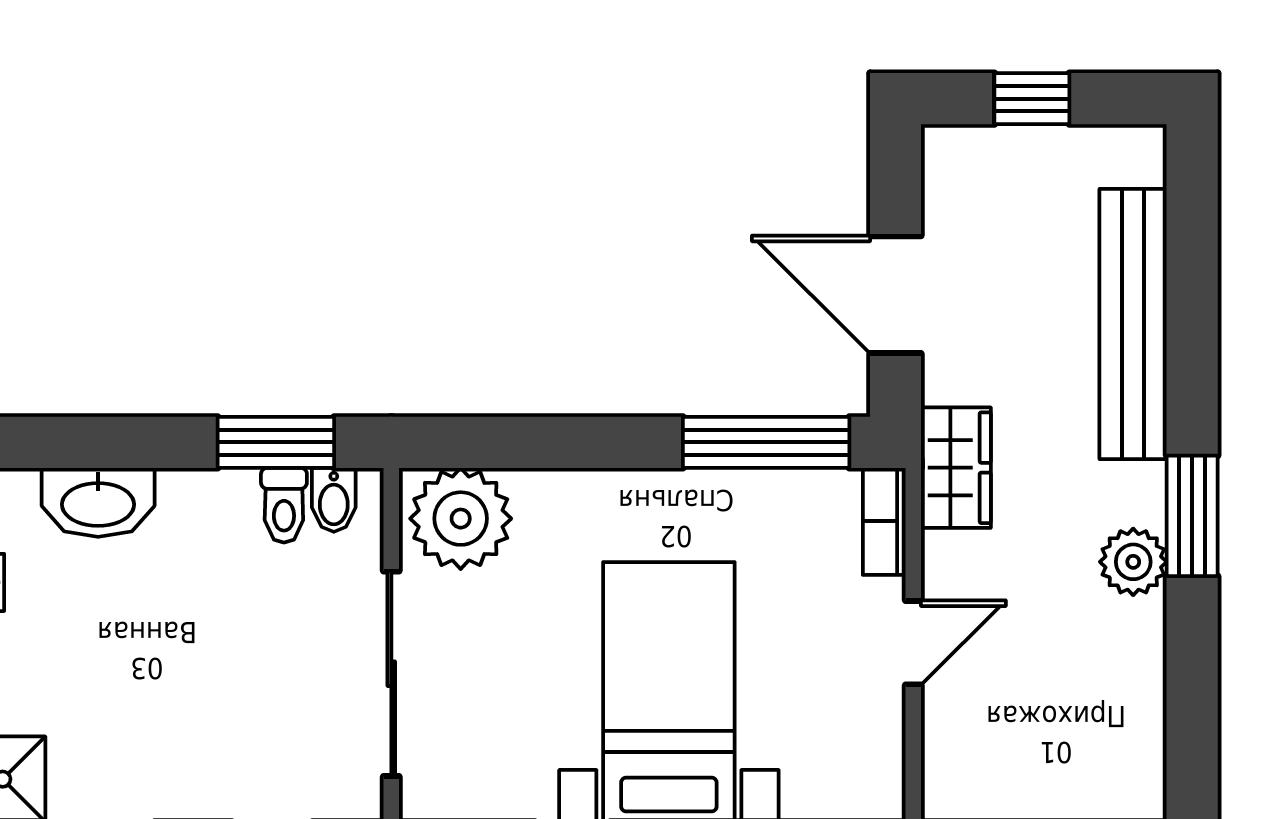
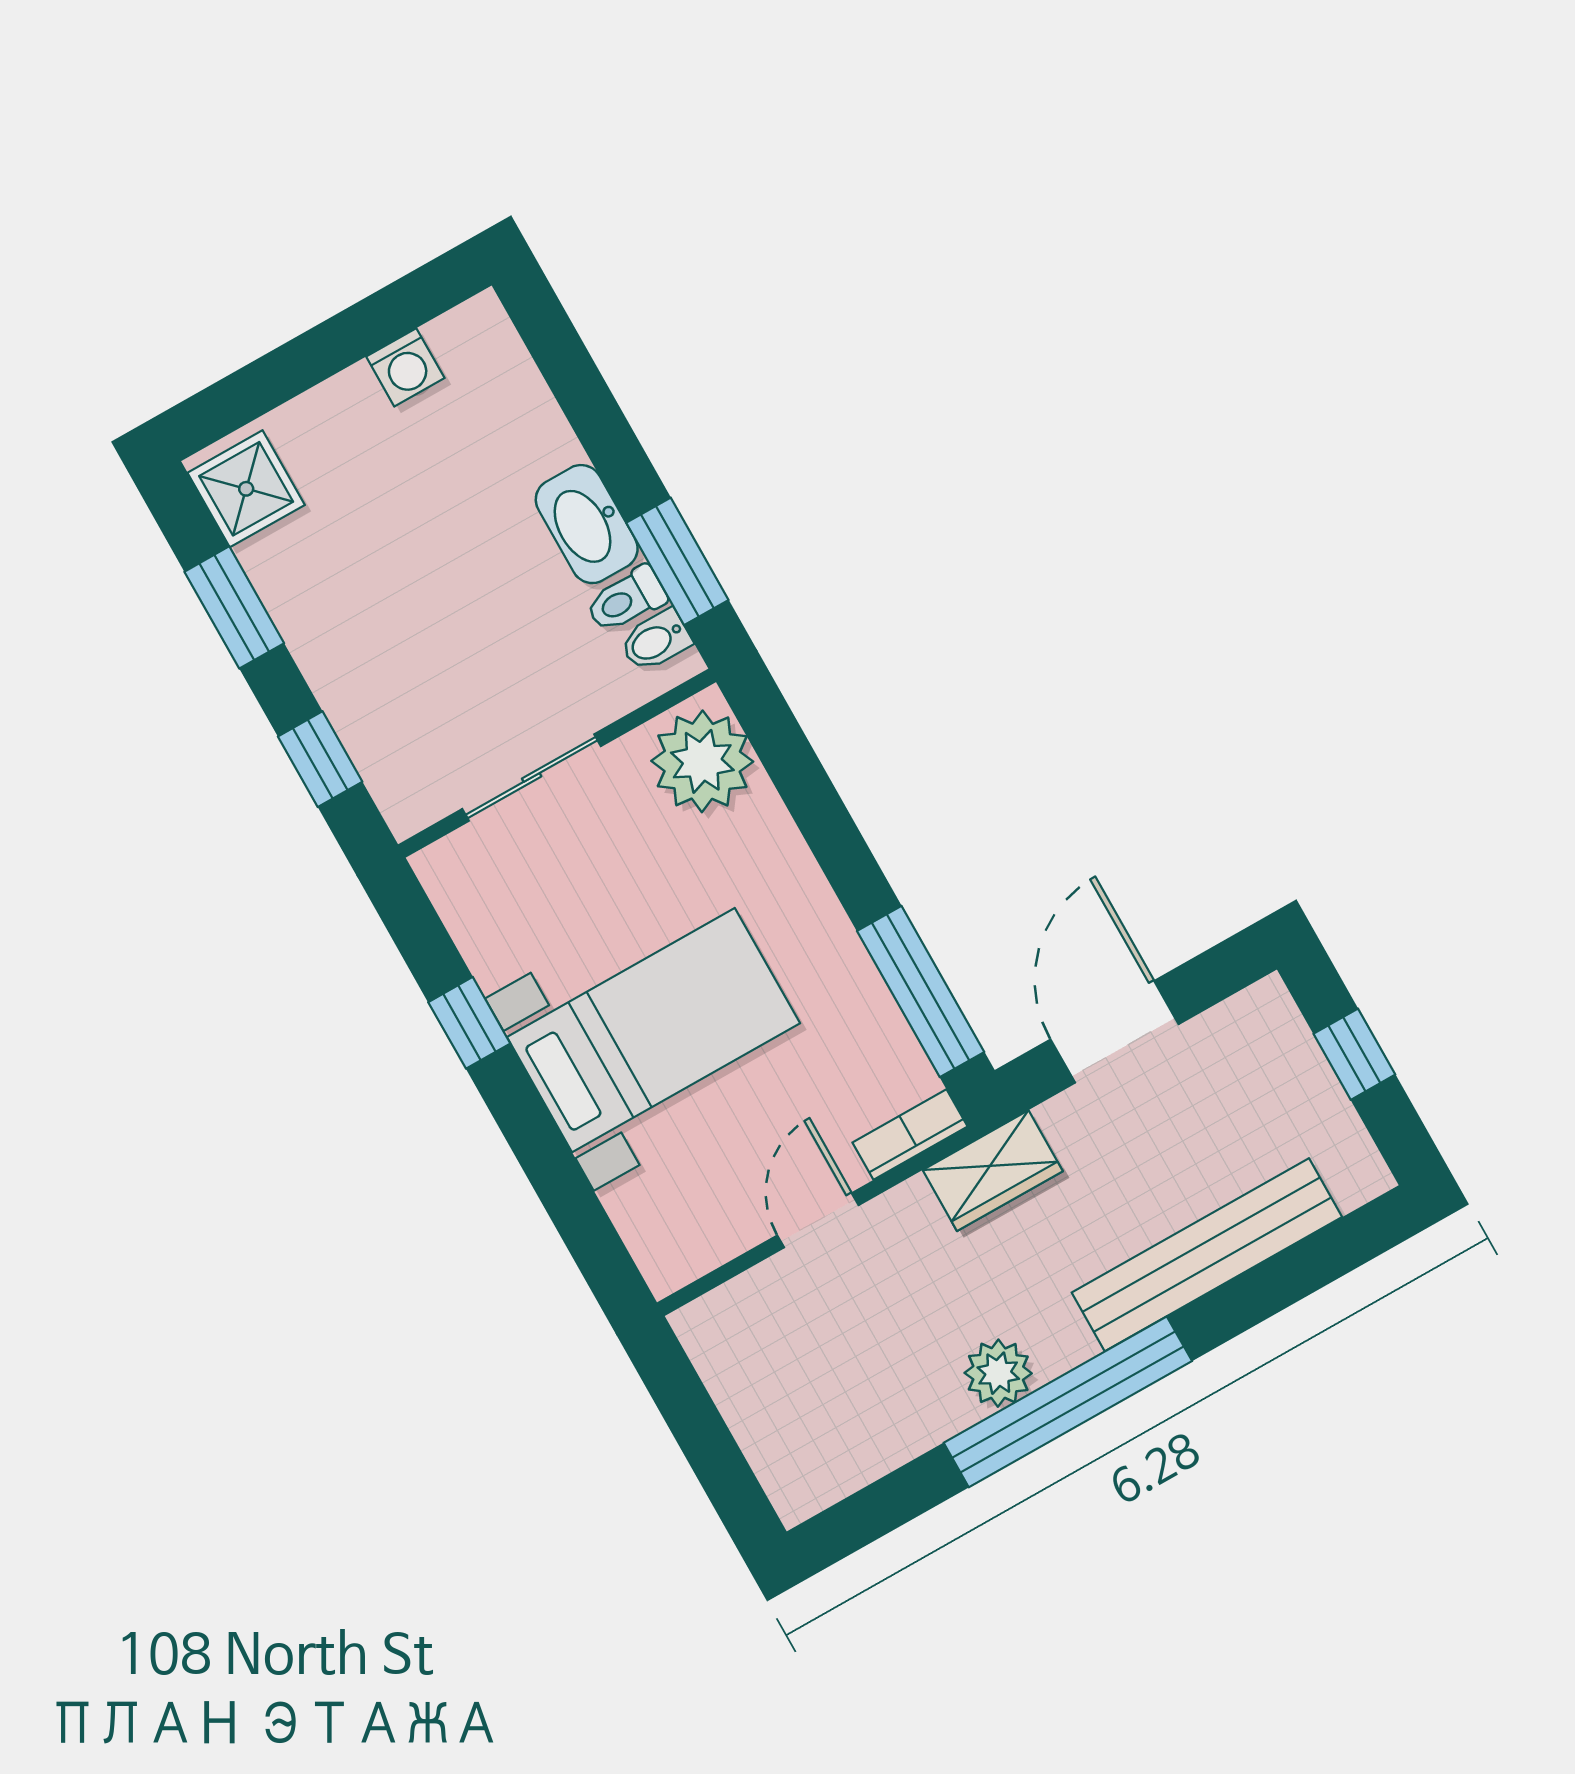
washbasin: (98, 502) -> (587, 524), moved
window: (1192, 516) -> (1068, 1402), width x2.11
door: (913, 643) -> (818, 1220), swing flipped
sliding door: (391, 674) -> (532, 777), width x0.73

